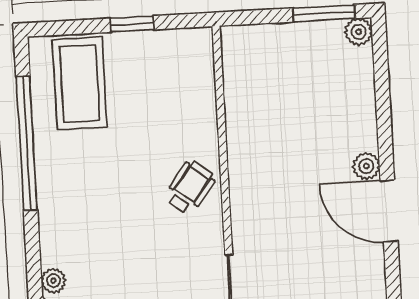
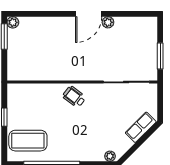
plant: (366, 166) -> (108, 22), moved

